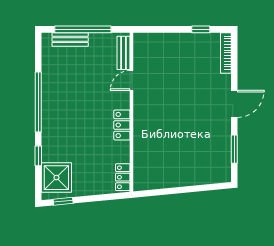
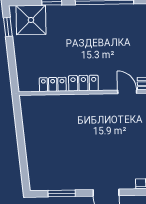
locker: (123, 177) -> (53, 84), moved

